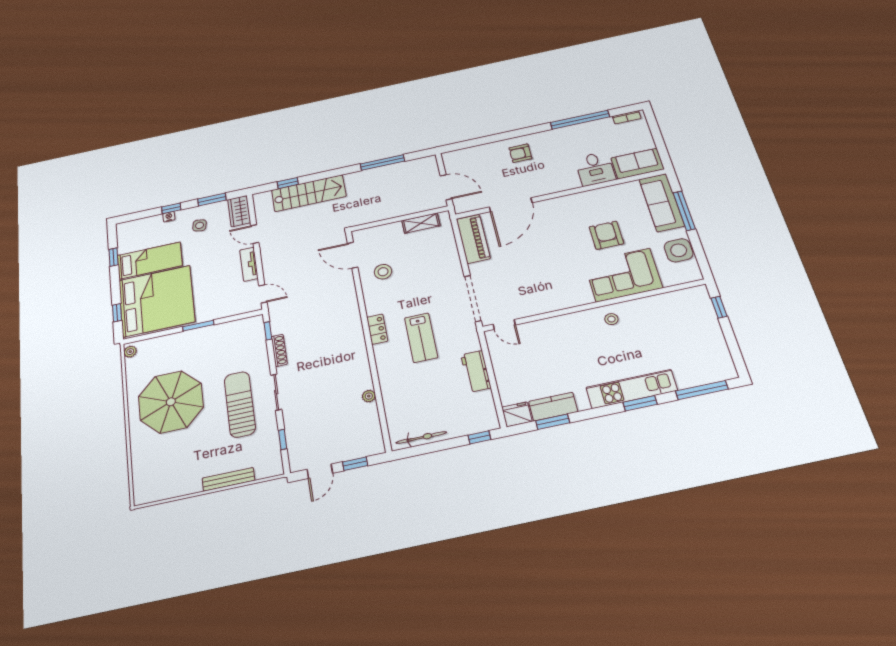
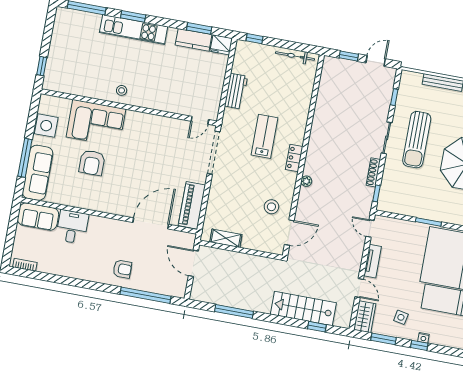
window: (580, 120) -> (145, 295), moved
door: (353, 255) -> (289, 233), hinge flipped
door: (504, 325) -> (200, 120), swing flipped
plant: (369, 396) -> (306, 181), moved

